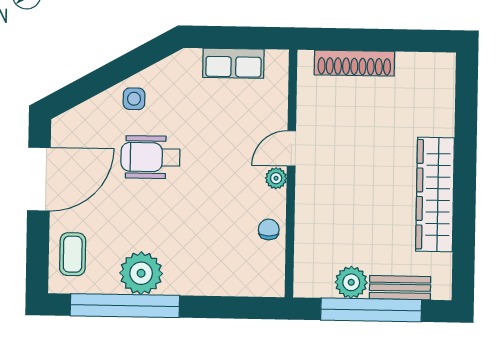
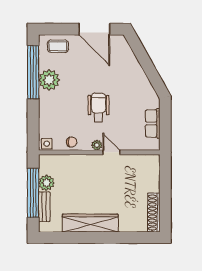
shoe rack: (354, 63) -> (154, 213), moved
side table: (134, 99) -> (47, 144), moved
wheelchair: (150, 157) -> (99, 107), moved

